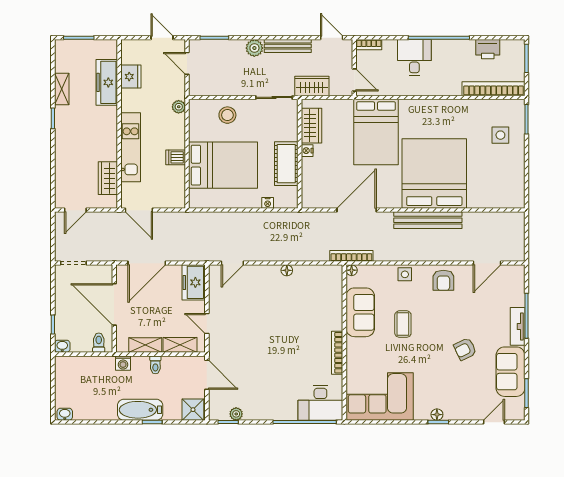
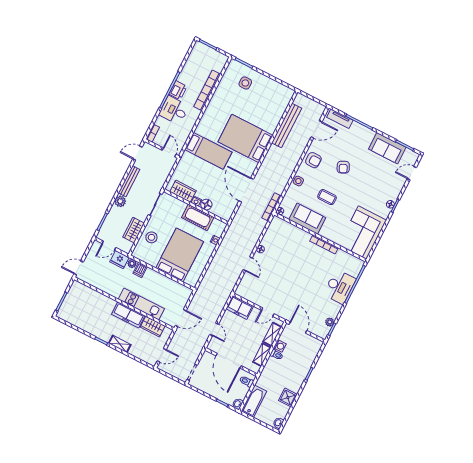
door: (162, 38) -> (79, 268), moved
printer: (488, 49) -> (178, 90), moved
fridge: (131, 77) -> (119, 260), moved, turned 180
door: (354, 80) -> (169, 152), hinge flipped
freezer: (107, 82) -> (128, 315), moved
wardrobe: (312, 86) -> (134, 230), moved
shelving: (62, 89) -> (120, 344), moved
bookcase: (494, 89) -> (207, 90), moved
bed: (376, 132) -> (208, 151), width x0.67
dishwasher: (176, 157) -> (140, 270), moved
floor lamp: (310, 166) -> (206, 205), added
bed: (434, 173) -> (245, 138), width x0.73
door: (75, 210) -> (162, 355), hinge flipped
bench: (428, 220) -> (287, 125), moved
door: (147, 263) -> (214, 329), width x0.53
door: (232, 263) -> (248, 264), moved
door: (487, 263) -> (316, 129), hinge flipped
door: (114, 304) -> (229, 361), hinge flipped
tv unit: (518, 326) -> (340, 119), moved
armchair: (465, 349) -> (343, 167), moved
washing machine: (123, 363) -> (280, 346), moved
door: (207, 375) -> (298, 327), hinge flipped
desk: (320, 403) -> (340, 287), moved
bathtub: (140, 410) -> (254, 401), moved, turned 180
shower: (193, 410) -> (288, 397), moved
door: (494, 422) -> (412, 173), hinge flipped

